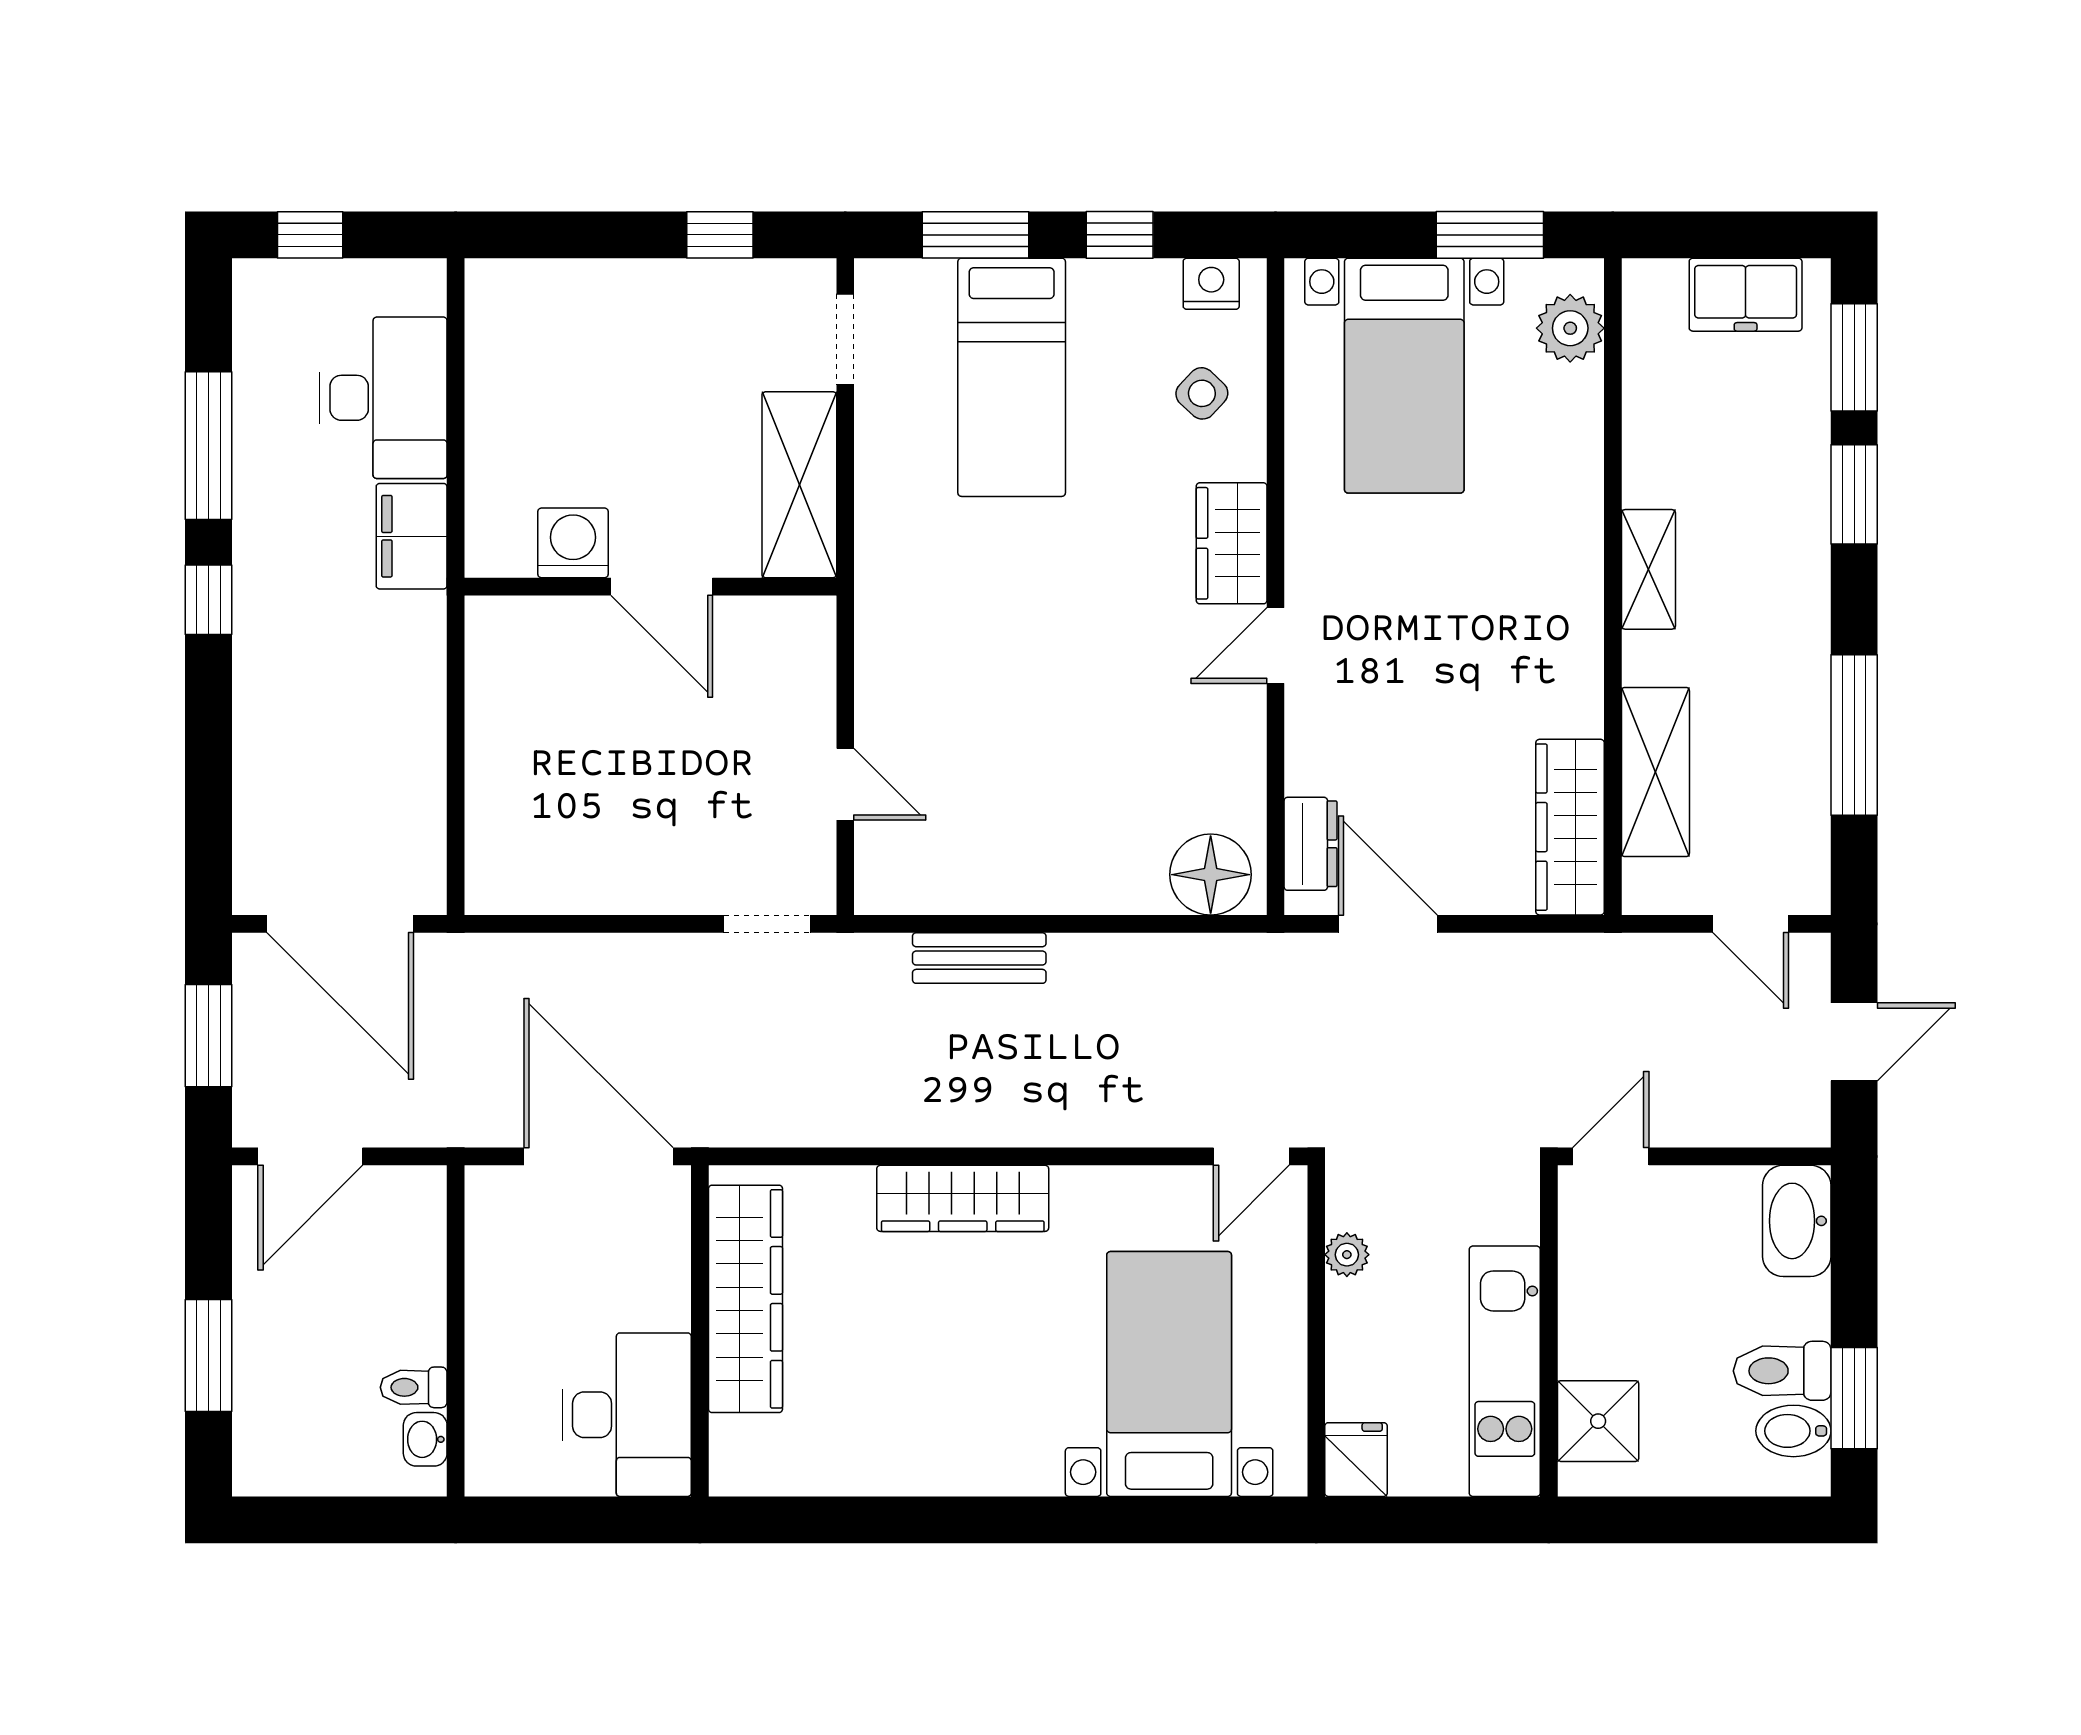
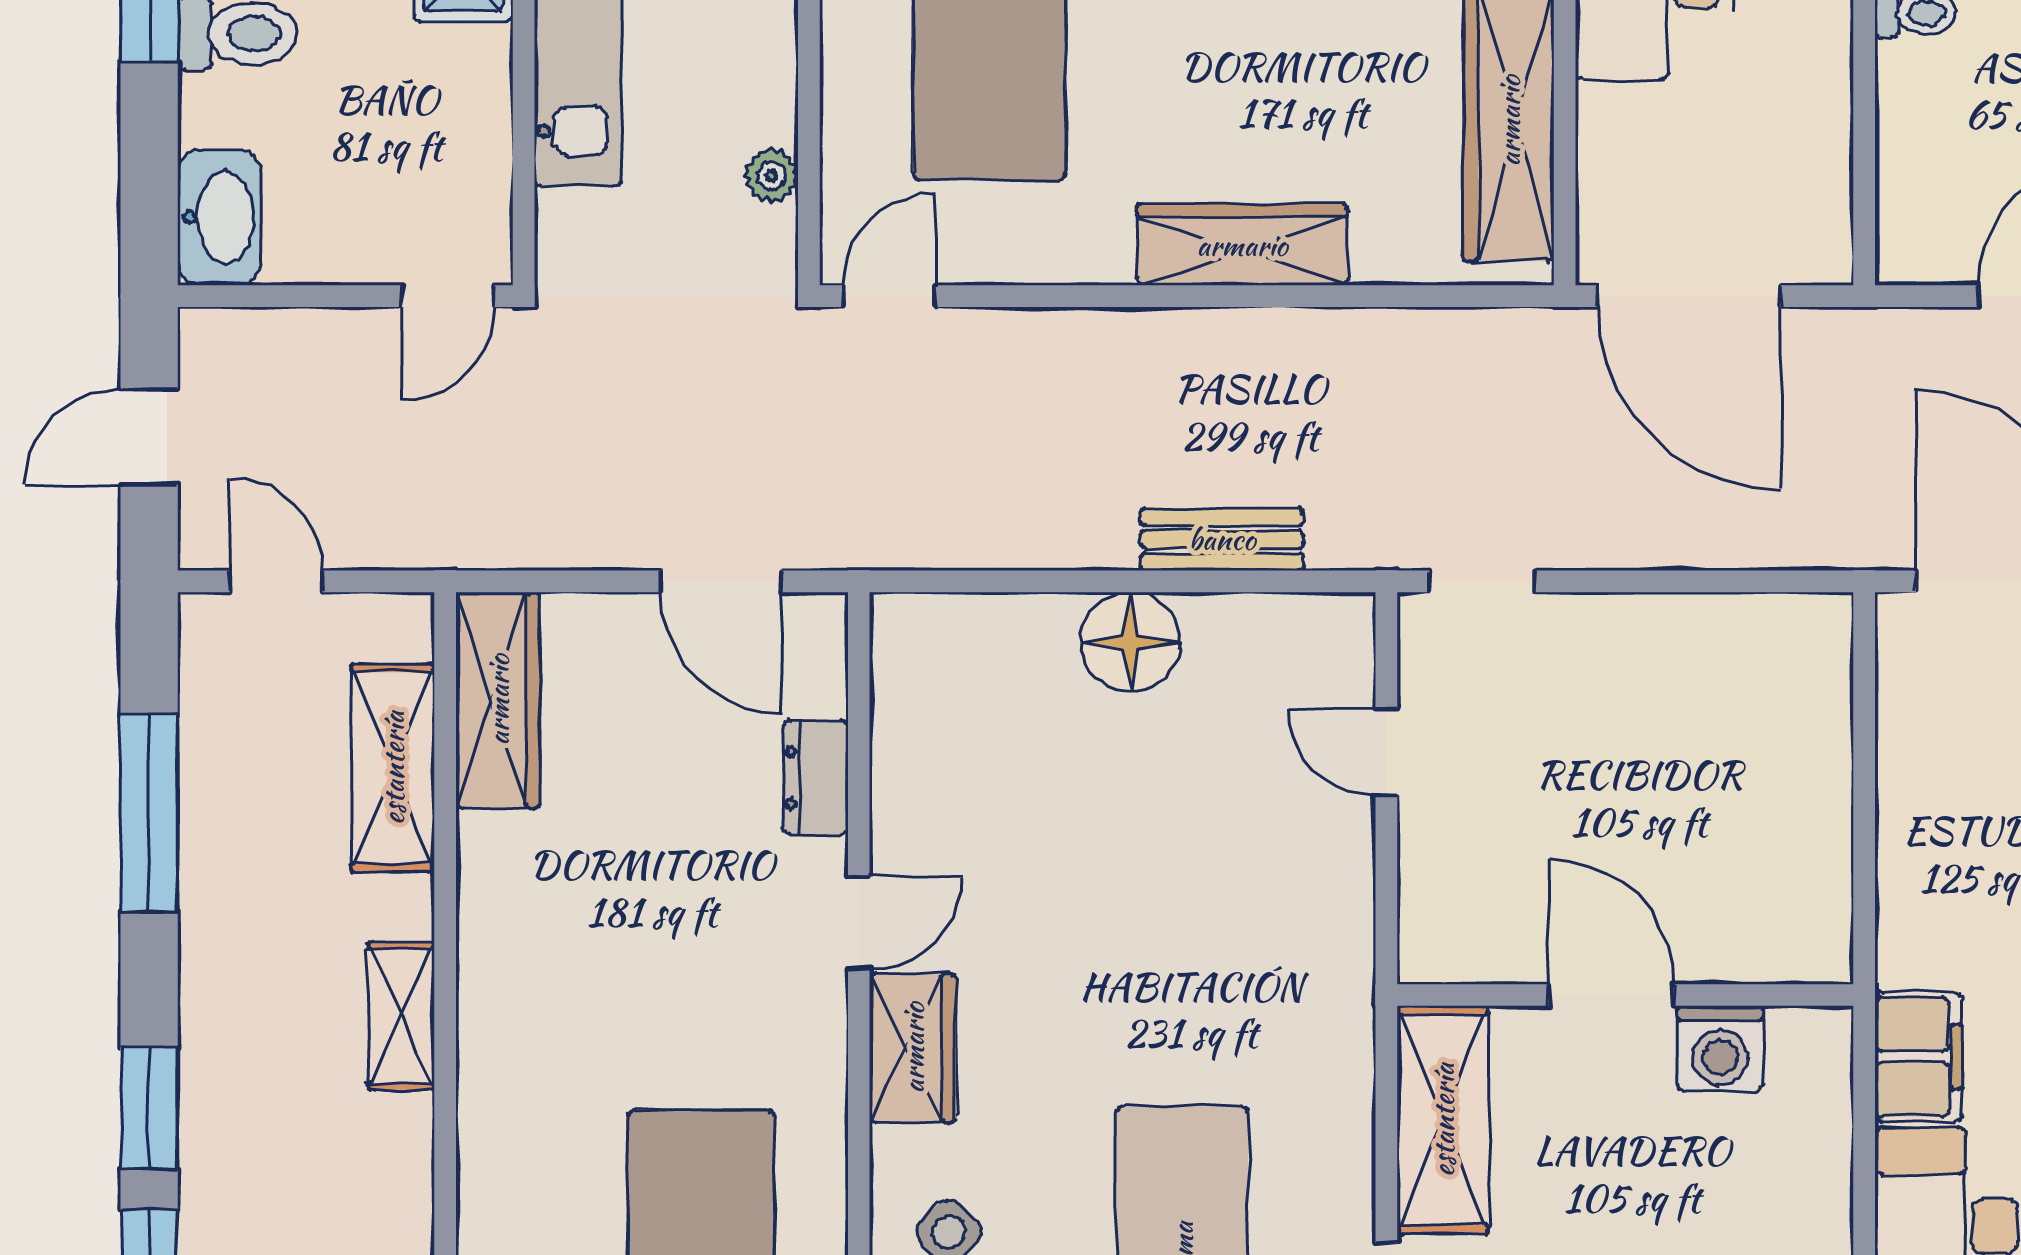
dresser: (1311, 844) -> (816, 778), moved
floor lamp: (1211, 875) -> (1131, 642), moved

